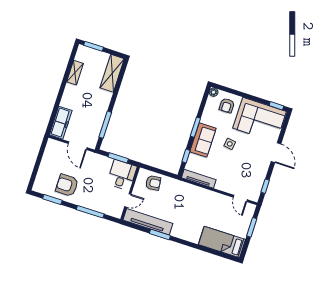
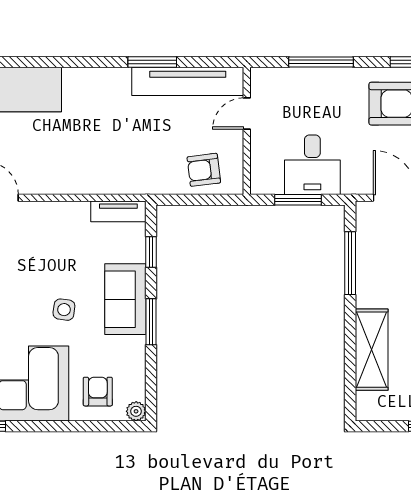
shelving: (112, 73) -> (372, 350), moved
desk: (122, 175) -> (312, 165), moved
tv unit: (199, 179) -> (118, 211), width x0.71

